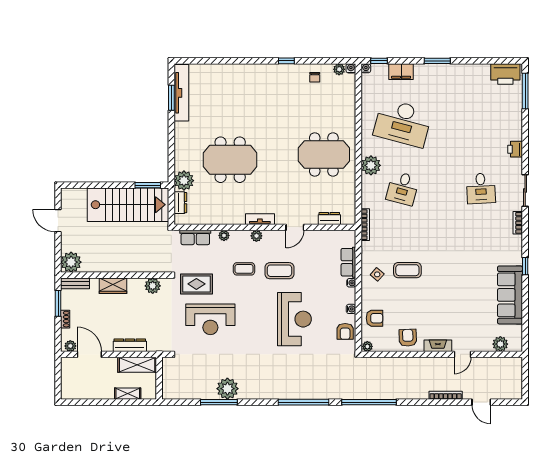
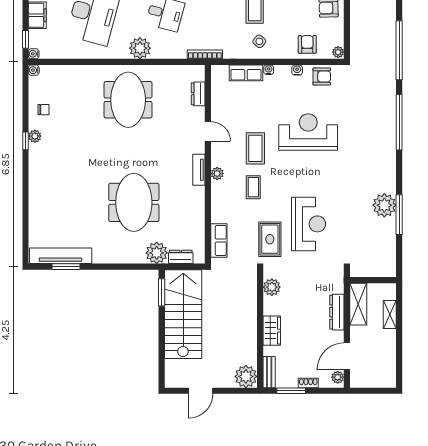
plant: (339, 69) -> (35, 136), moved
plant: (224, 235) -> (217, 209), removed

